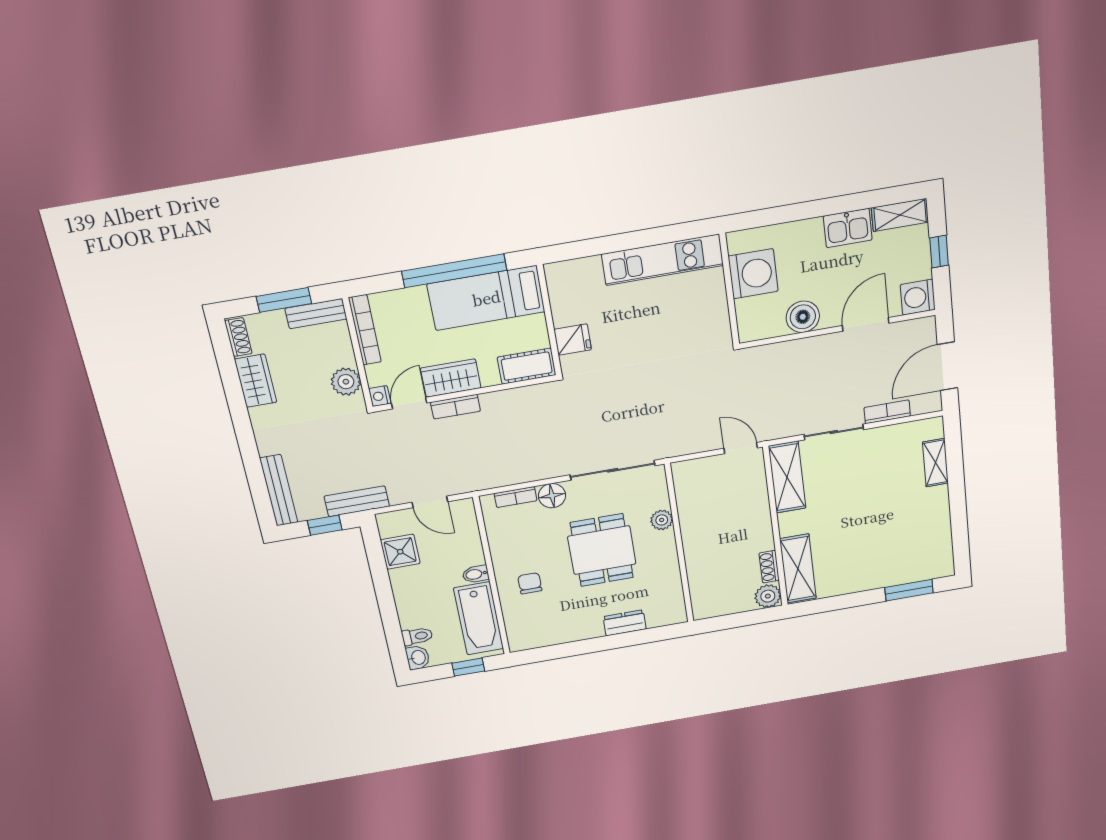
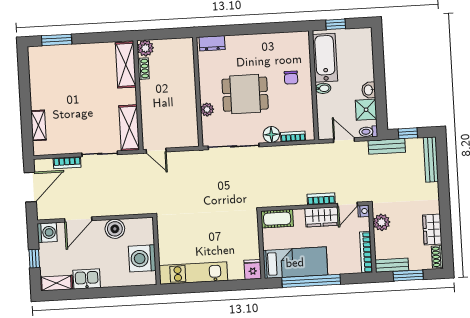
fridge: (573, 340) -> (253, 270), moved, turned 90
dining table: (602, 550) -> (245, 94), turned 90
dresser: (625, 623) -> (212, 43), moved
toilet: (417, 636) -> (368, 132), moved
washbasin: (418, 658) -> (369, 90), moved

